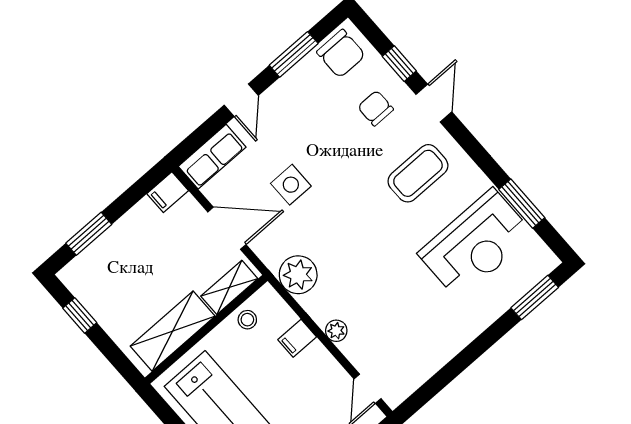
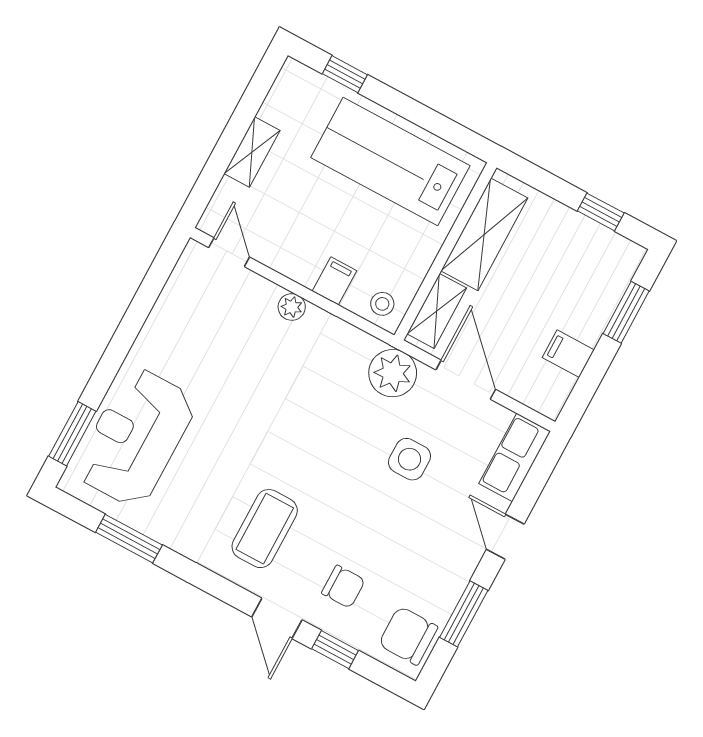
filing cabinet: (168, 192) -> (568, 354), moved, turned -90
door: (227, 228) -> (466, 380), swing flipped
reception desk: (476, 244) -> (136, 437), moved
plant: (298, 275) -> (393, 373), moved
stool: (247, 320) -> (382, 304), moved

